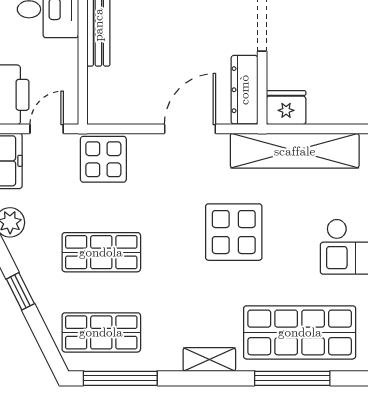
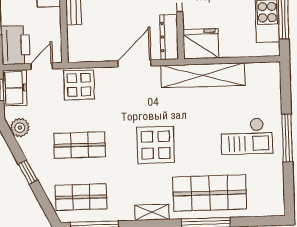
fridge: (286, 108) -> (201, 44), width x1.36, depth x1.34
display table: (234, 232) -> (156, 145), moved

